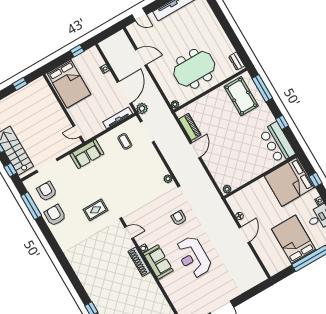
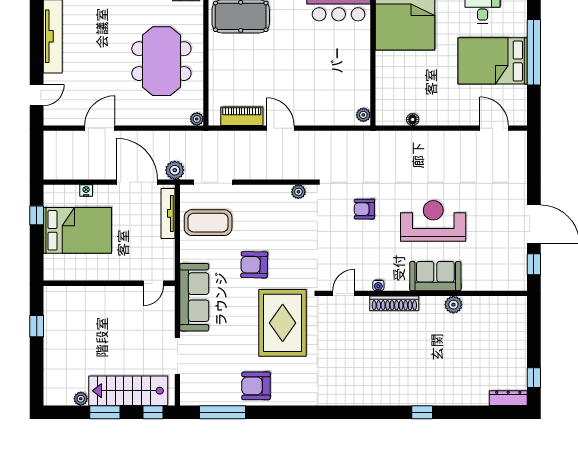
bed: (69, 84) -> (77, 230), moved
coffee table: (125, 141) -> (208, 223), width x1.86, depth x1.72
sofa: (87, 154) -> (194, 297), width x1.36
armchair: (47, 191) -> (254, 265), moved
rug: (95, 210) -> (283, 323), width x1.86, depth x2.06
door: (244, 235) -> (494, 128), moved
reception desk: (193, 257) -> (433, 221), turned 180
sofa: (158, 262) -> (435, 276), moved
plant: (156, 293) -> (453, 305), added

